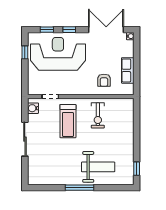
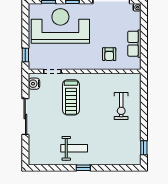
window: (25, 52) -> (25, 55), moved
exercise bike: (98, 115) -> (121, 106), moved
weight bench: (98, 167) -> (74, 148), moved, width x0.73, depth x0.75
window: (80, 188) -> (83, 168), width x0.46

